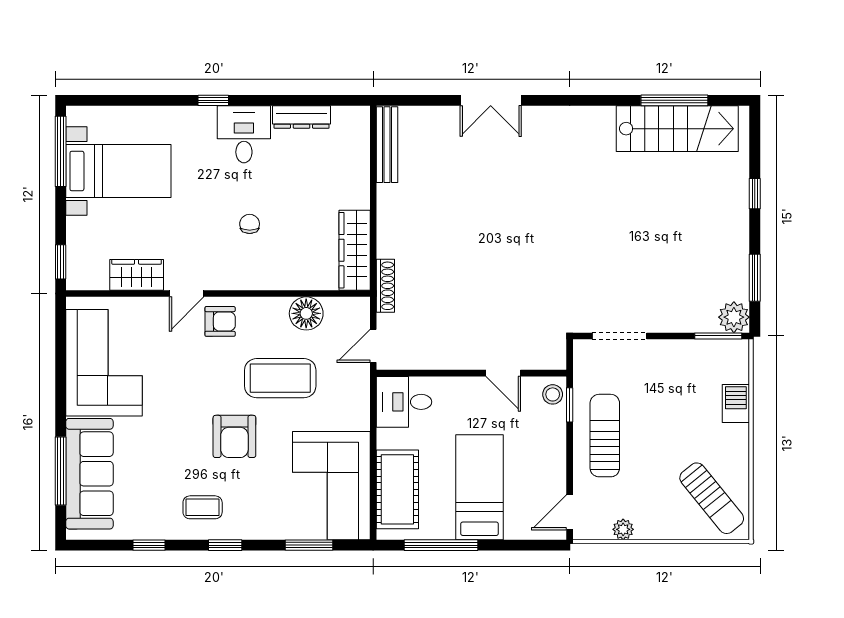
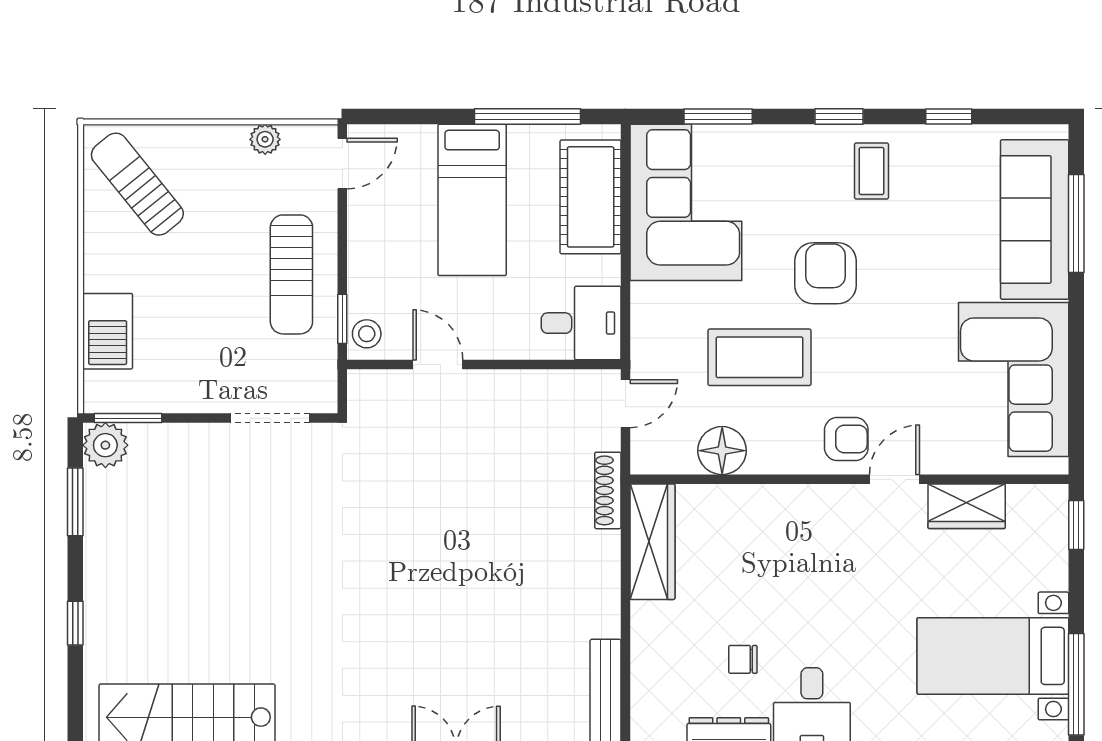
chair: (250, 224) -> (743, 659), moved, turned 90
armchair: (220, 321) -> (846, 439), turned 180
barbecue: (736, 403) -> (108, 331), width x1.38, depth x1.27
coffee table: (203, 507) -> (872, 171), turned 90

